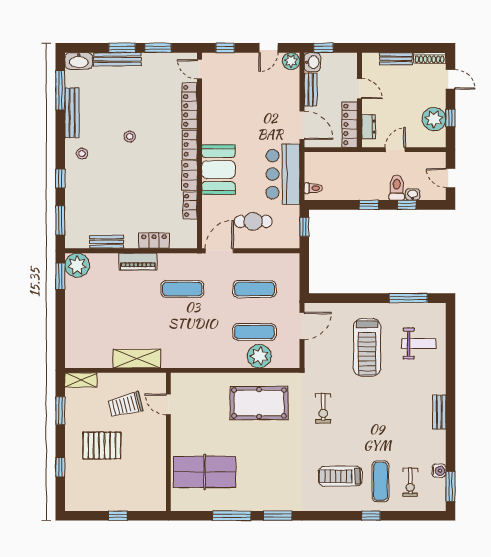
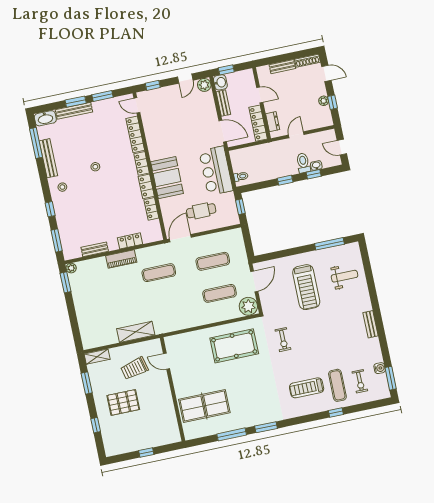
plant: (434, 119) -> (324, 101), width x0.53, depth x0.53
plant: (77, 265) -> (71, 268), width x0.53, depth x0.53
plant: (259, 356) -> (248, 306), moved

